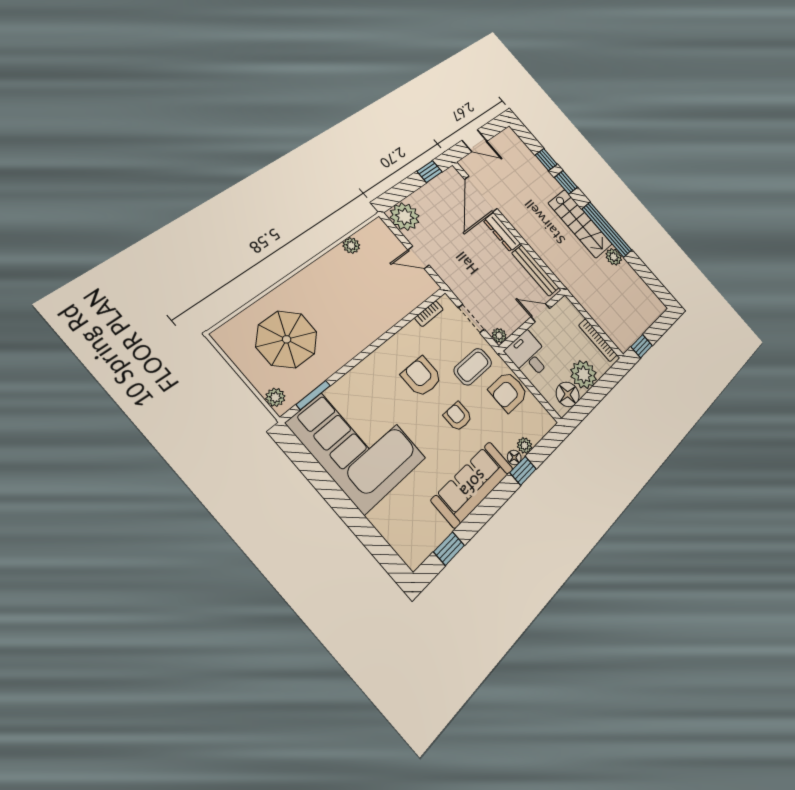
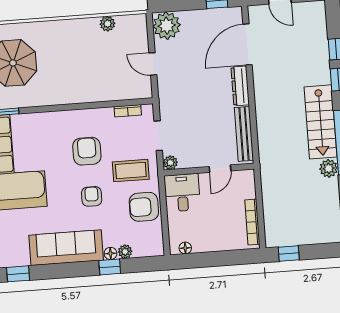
door: (541, 313) -> (220, 169), swing flipped
plant: (584, 375) -> (216, 238), removed
floor lamp: (568, 394) -> (185, 248), width x0.53, depth x0.53

